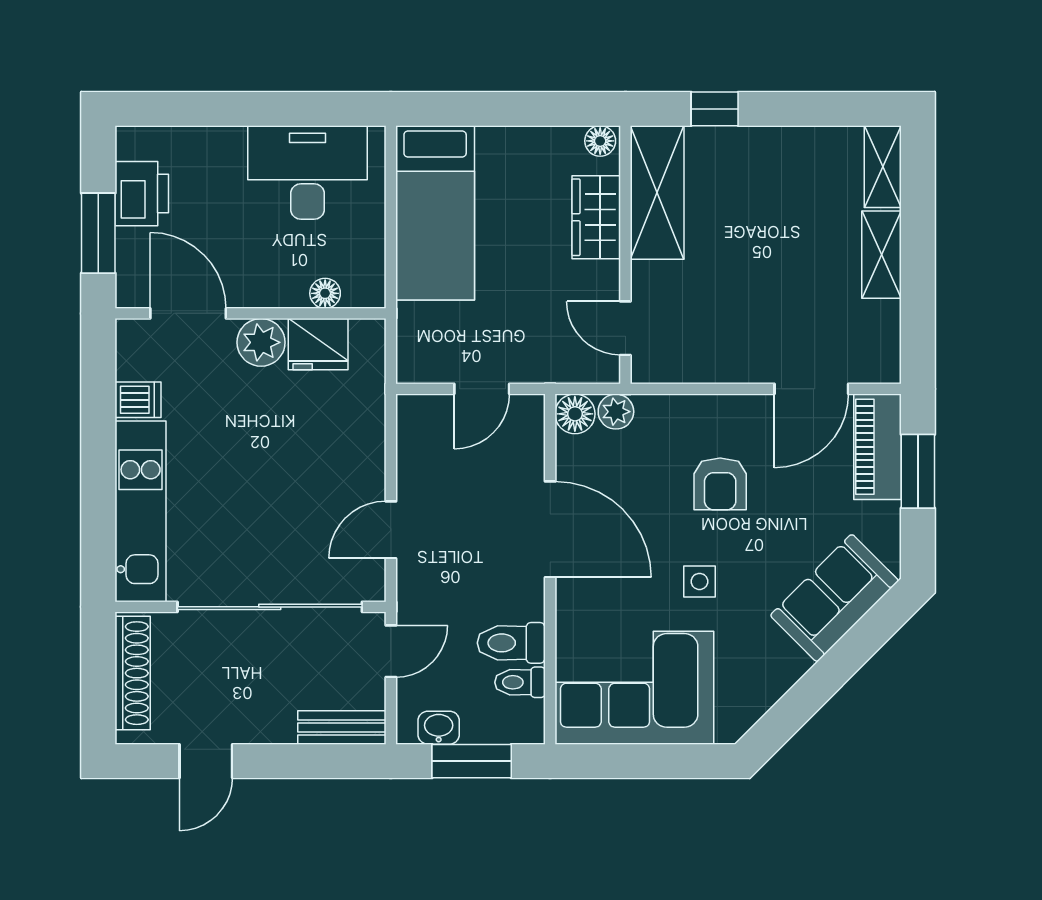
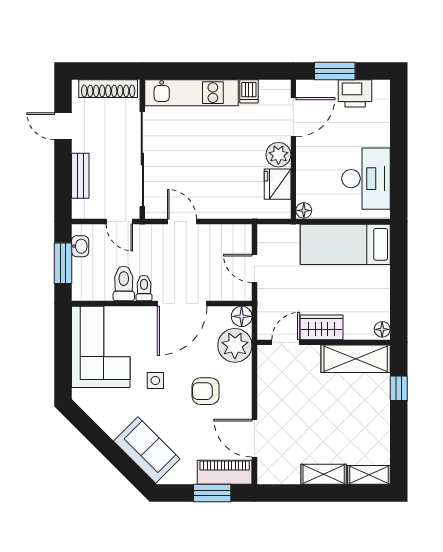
wardrobe: (596, 217) -> (321, 327), moved
floor lamp: (325, 293) -> (304, 210), moved
plant: (616, 412) -> (235, 345), width x1.87, depth x1.87
toilet: (520, 682) -> (144, 288), moved
bench: (342, 727) -> (80, 176), moved

